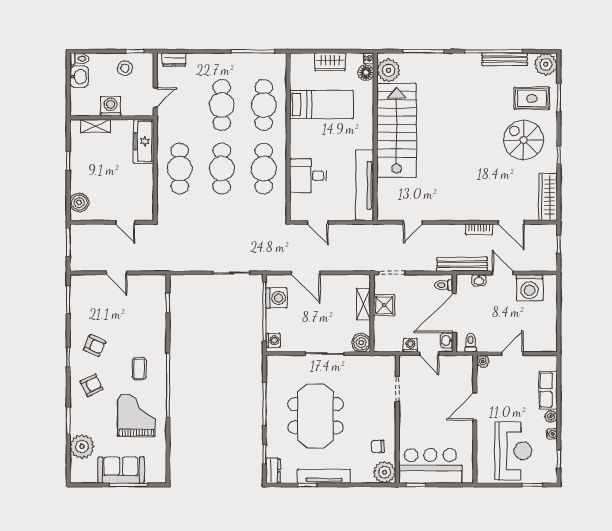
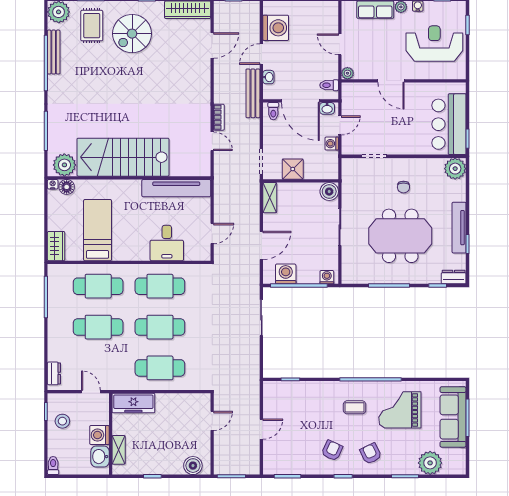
wardrobe: (330, 62) -> (56, 246), moved
washbasin: (79, 77) -> (100, 457), moved, turned -90
bookcase: (479, 229) -> (219, 117), moved
shelving: (363, 304) -> (270, 198), moved, turned 90
chair: (378, 446) -> (403, 187), moved
sofa: (121, 470) -> (453, 417), width x1.36

